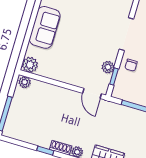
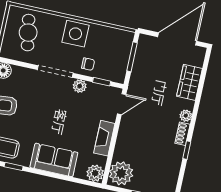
plant: (108, 67) -> (80, 86), moved
fireplace: (62, 75) -> (104, 138), added
plant: (25, 82) -> (121, 173), width x1.88, depth x1.88

